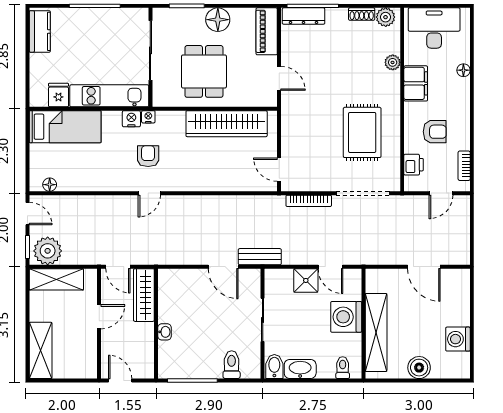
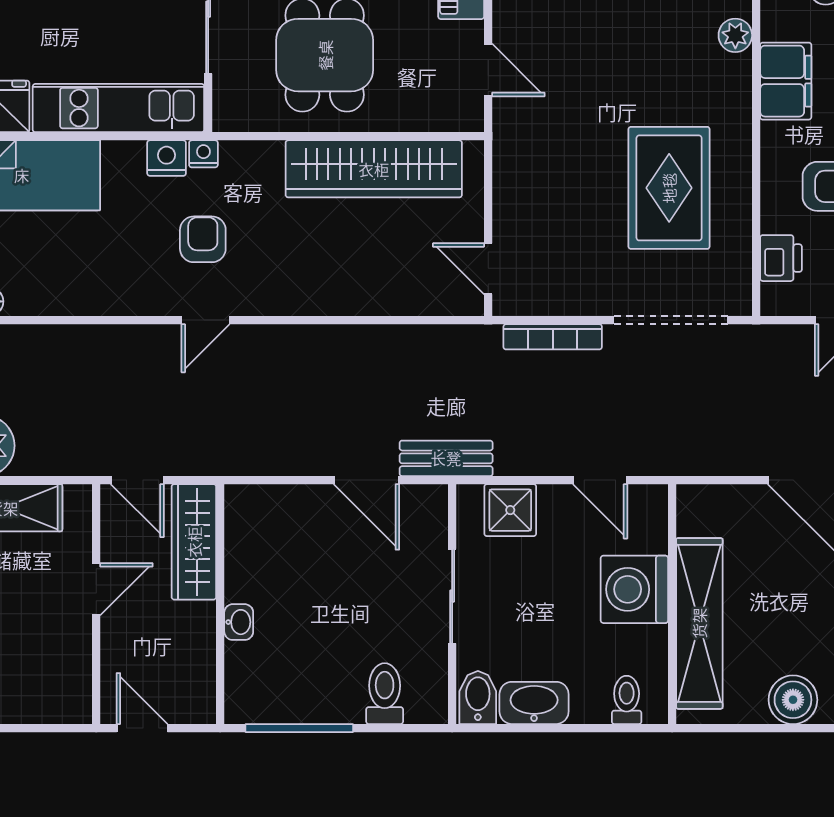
shower: (306, 280) -> (510, 510), moved

